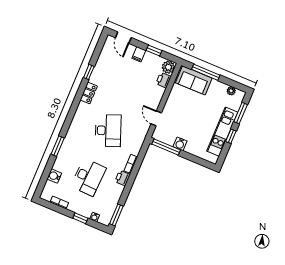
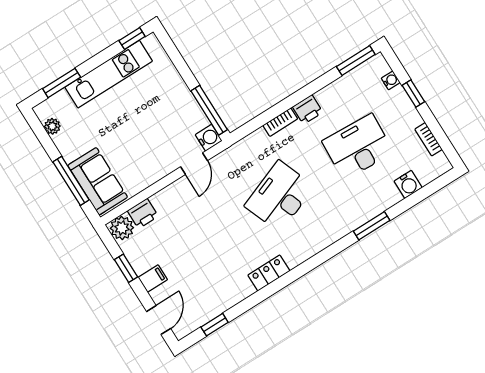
window: (89, 72) -> (215, 325), moved
window: (231, 136) -> (132, 38), moved
water cooler: (180, 144) -> (209, 138), moved

